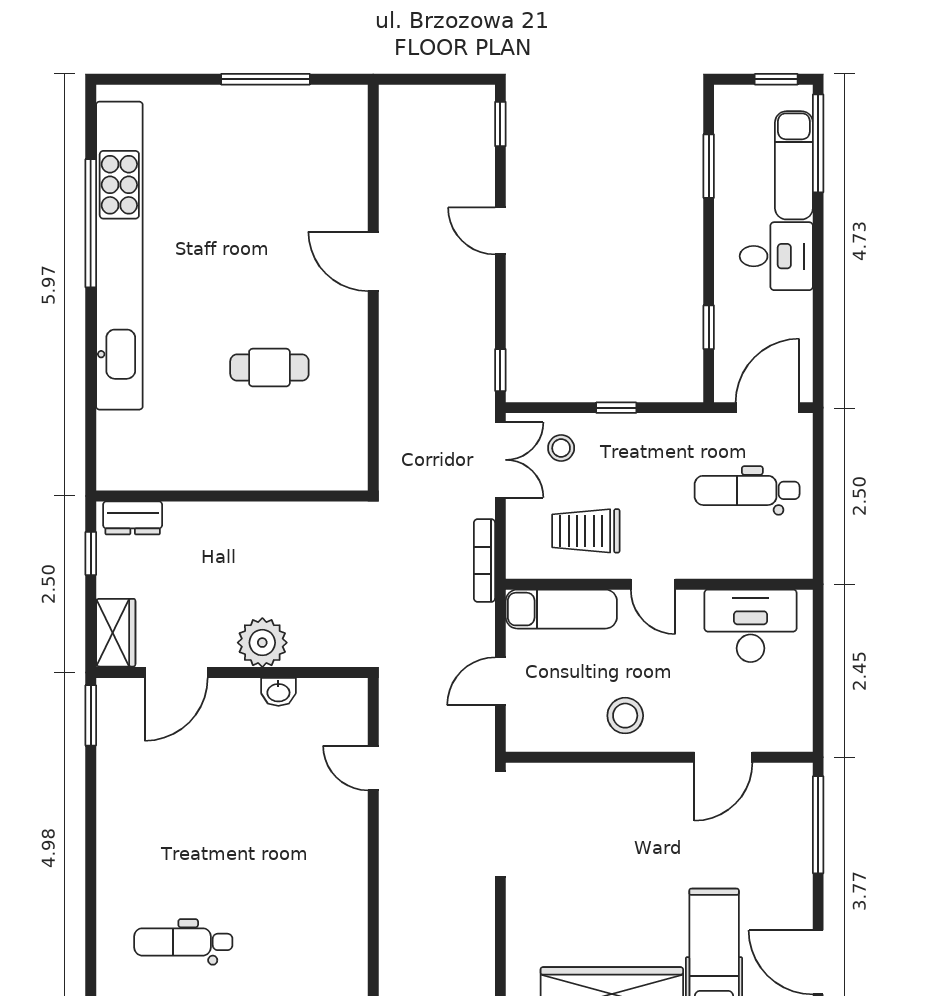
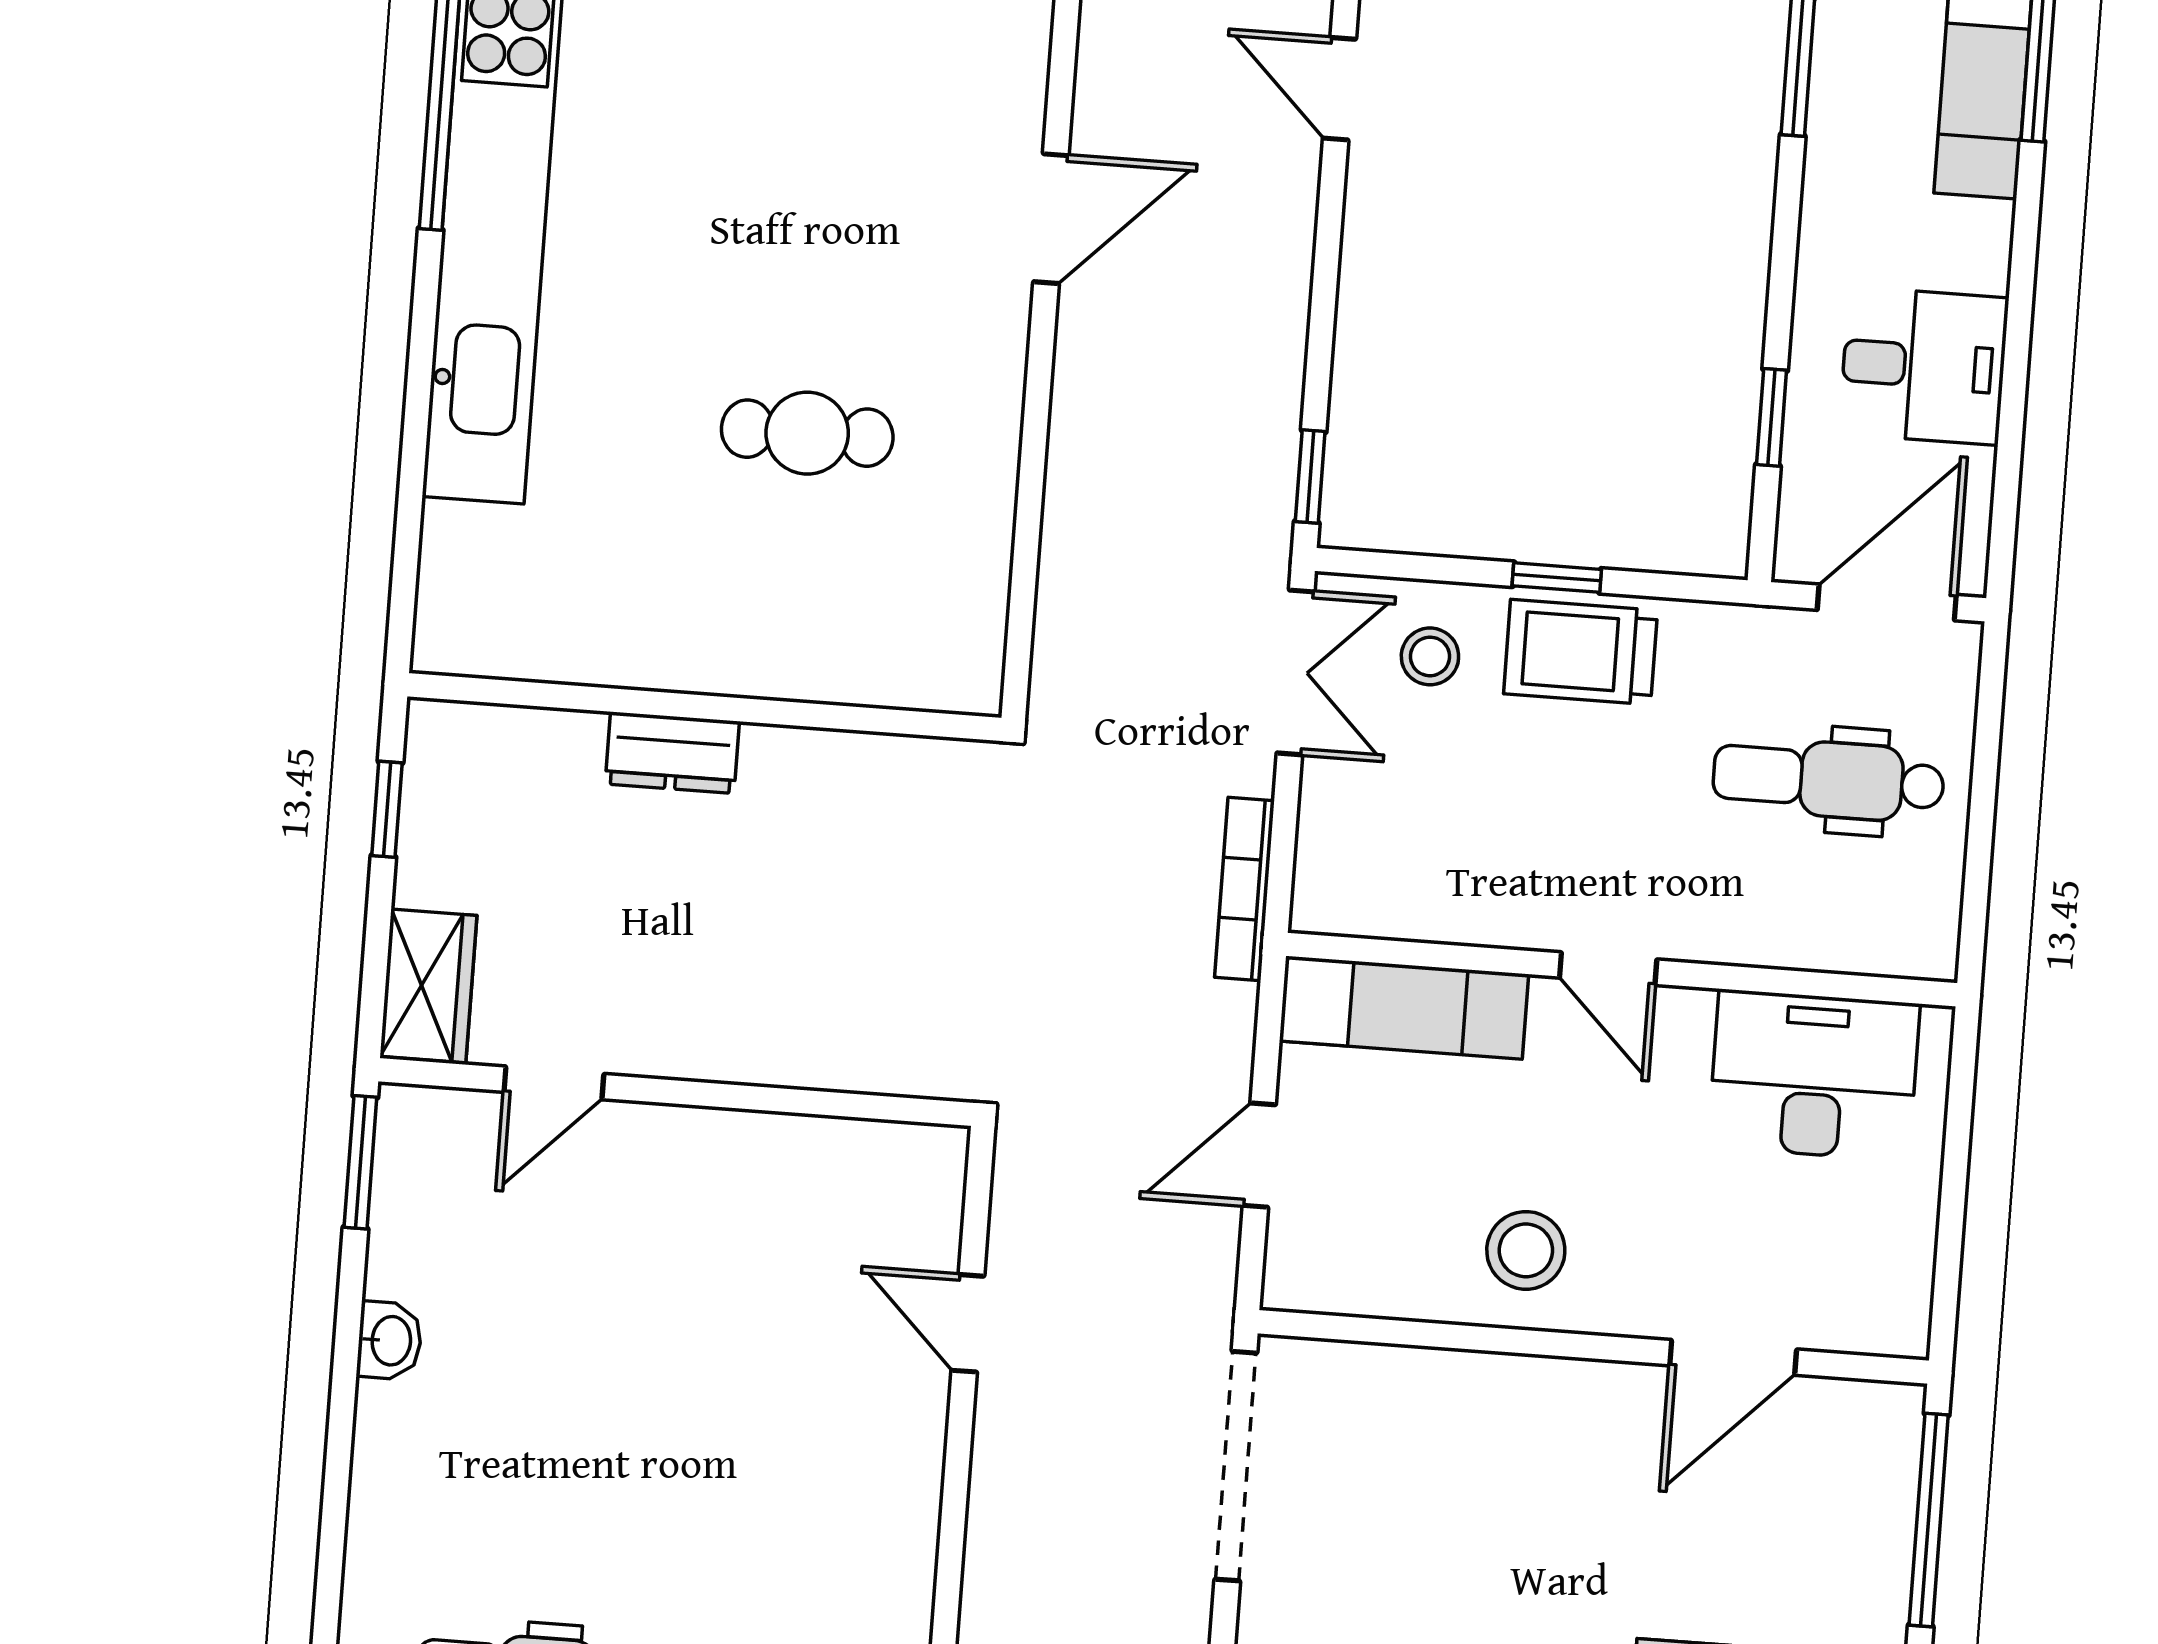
door: (500, 231) -> (1339, 89), moved
desk: (776, 256) -> (1924, 366), moved
door: (373, 261) -> (1051, 219), swing flipped
dresser: (133, 518) -> (672, 753), moved
trolley: (586, 531) -> (1581, 652), moved
plant: (262, 643) -> (746, 1032), removed
door: (176, 673) -> (554, 1083), width x0.73
washbasin: (278, 692) -> (389, 1341), moved, turned -90

